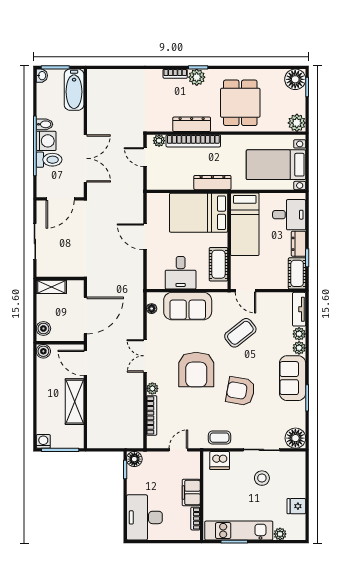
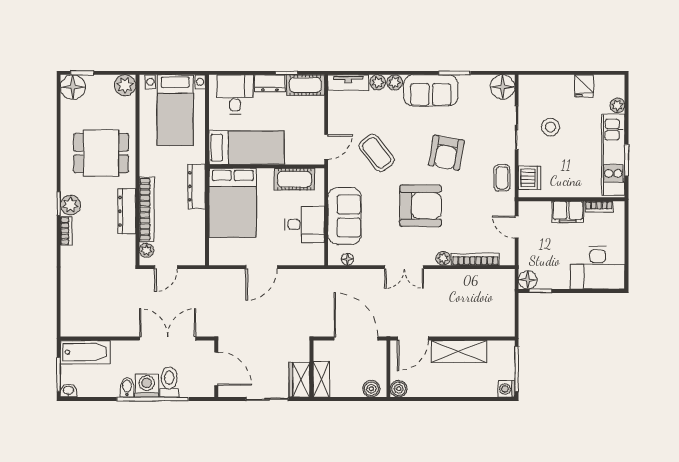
wardrobe: (51, 268) -> (299, 380), added

